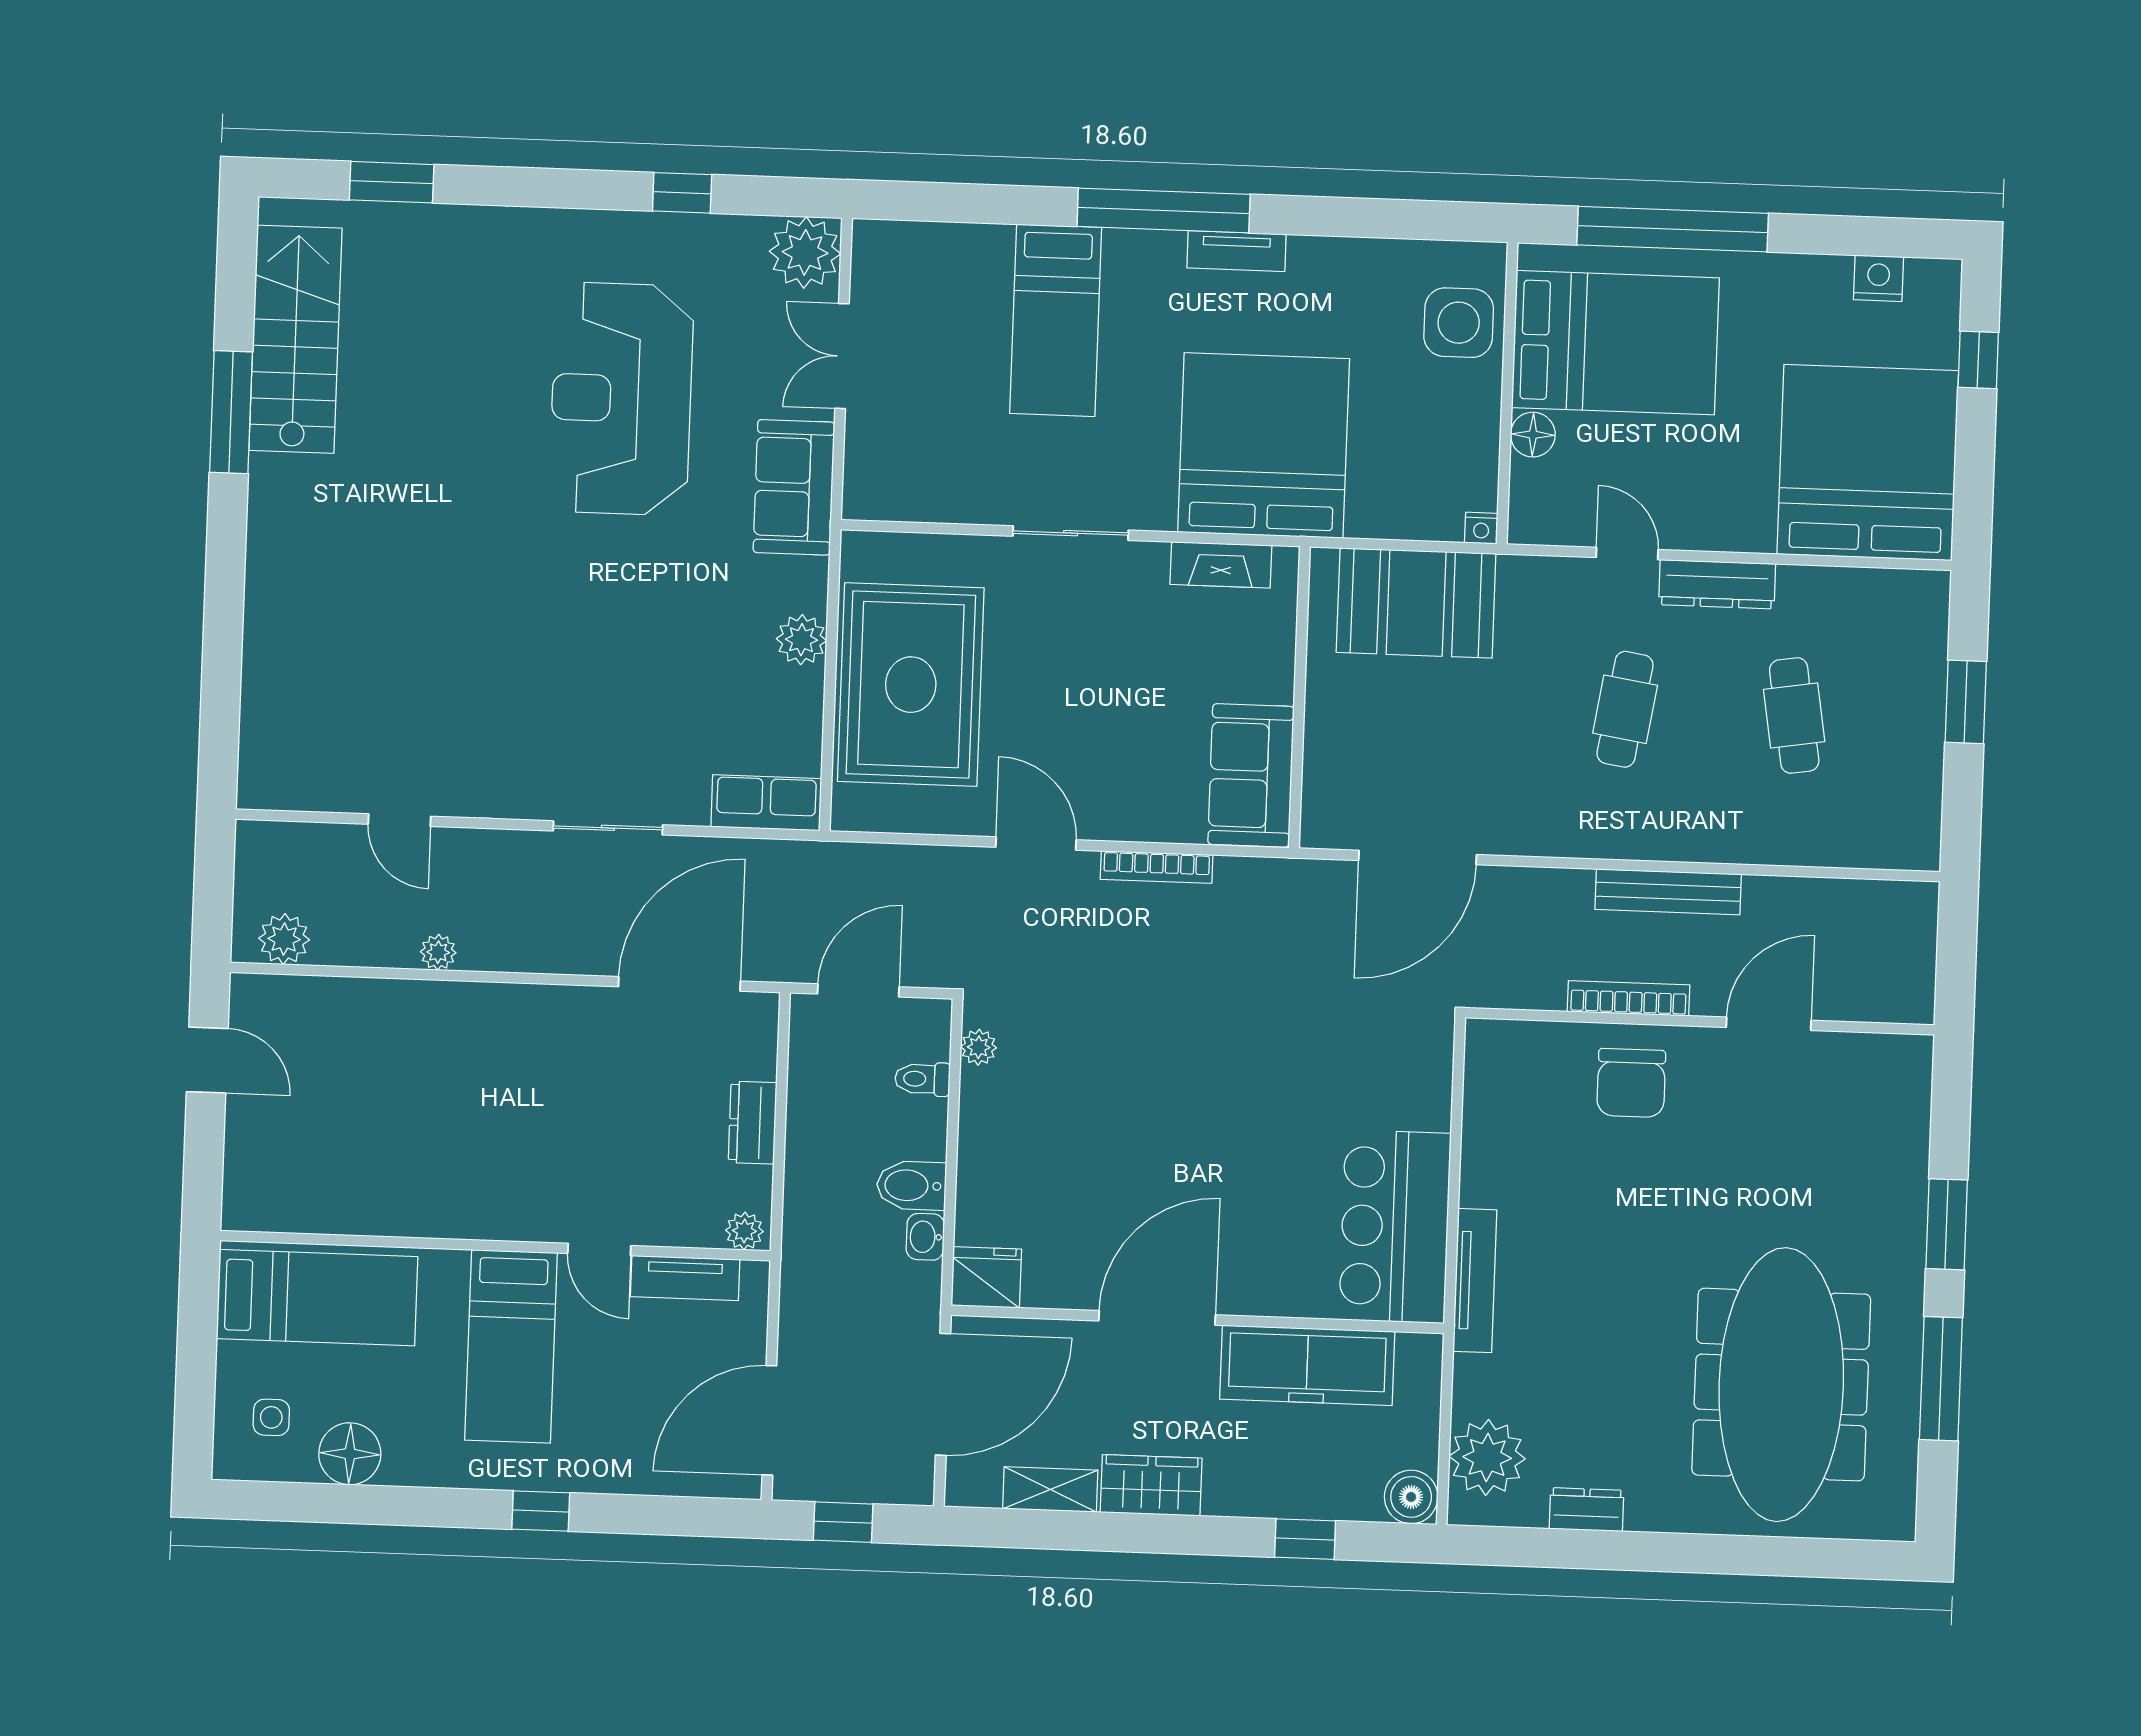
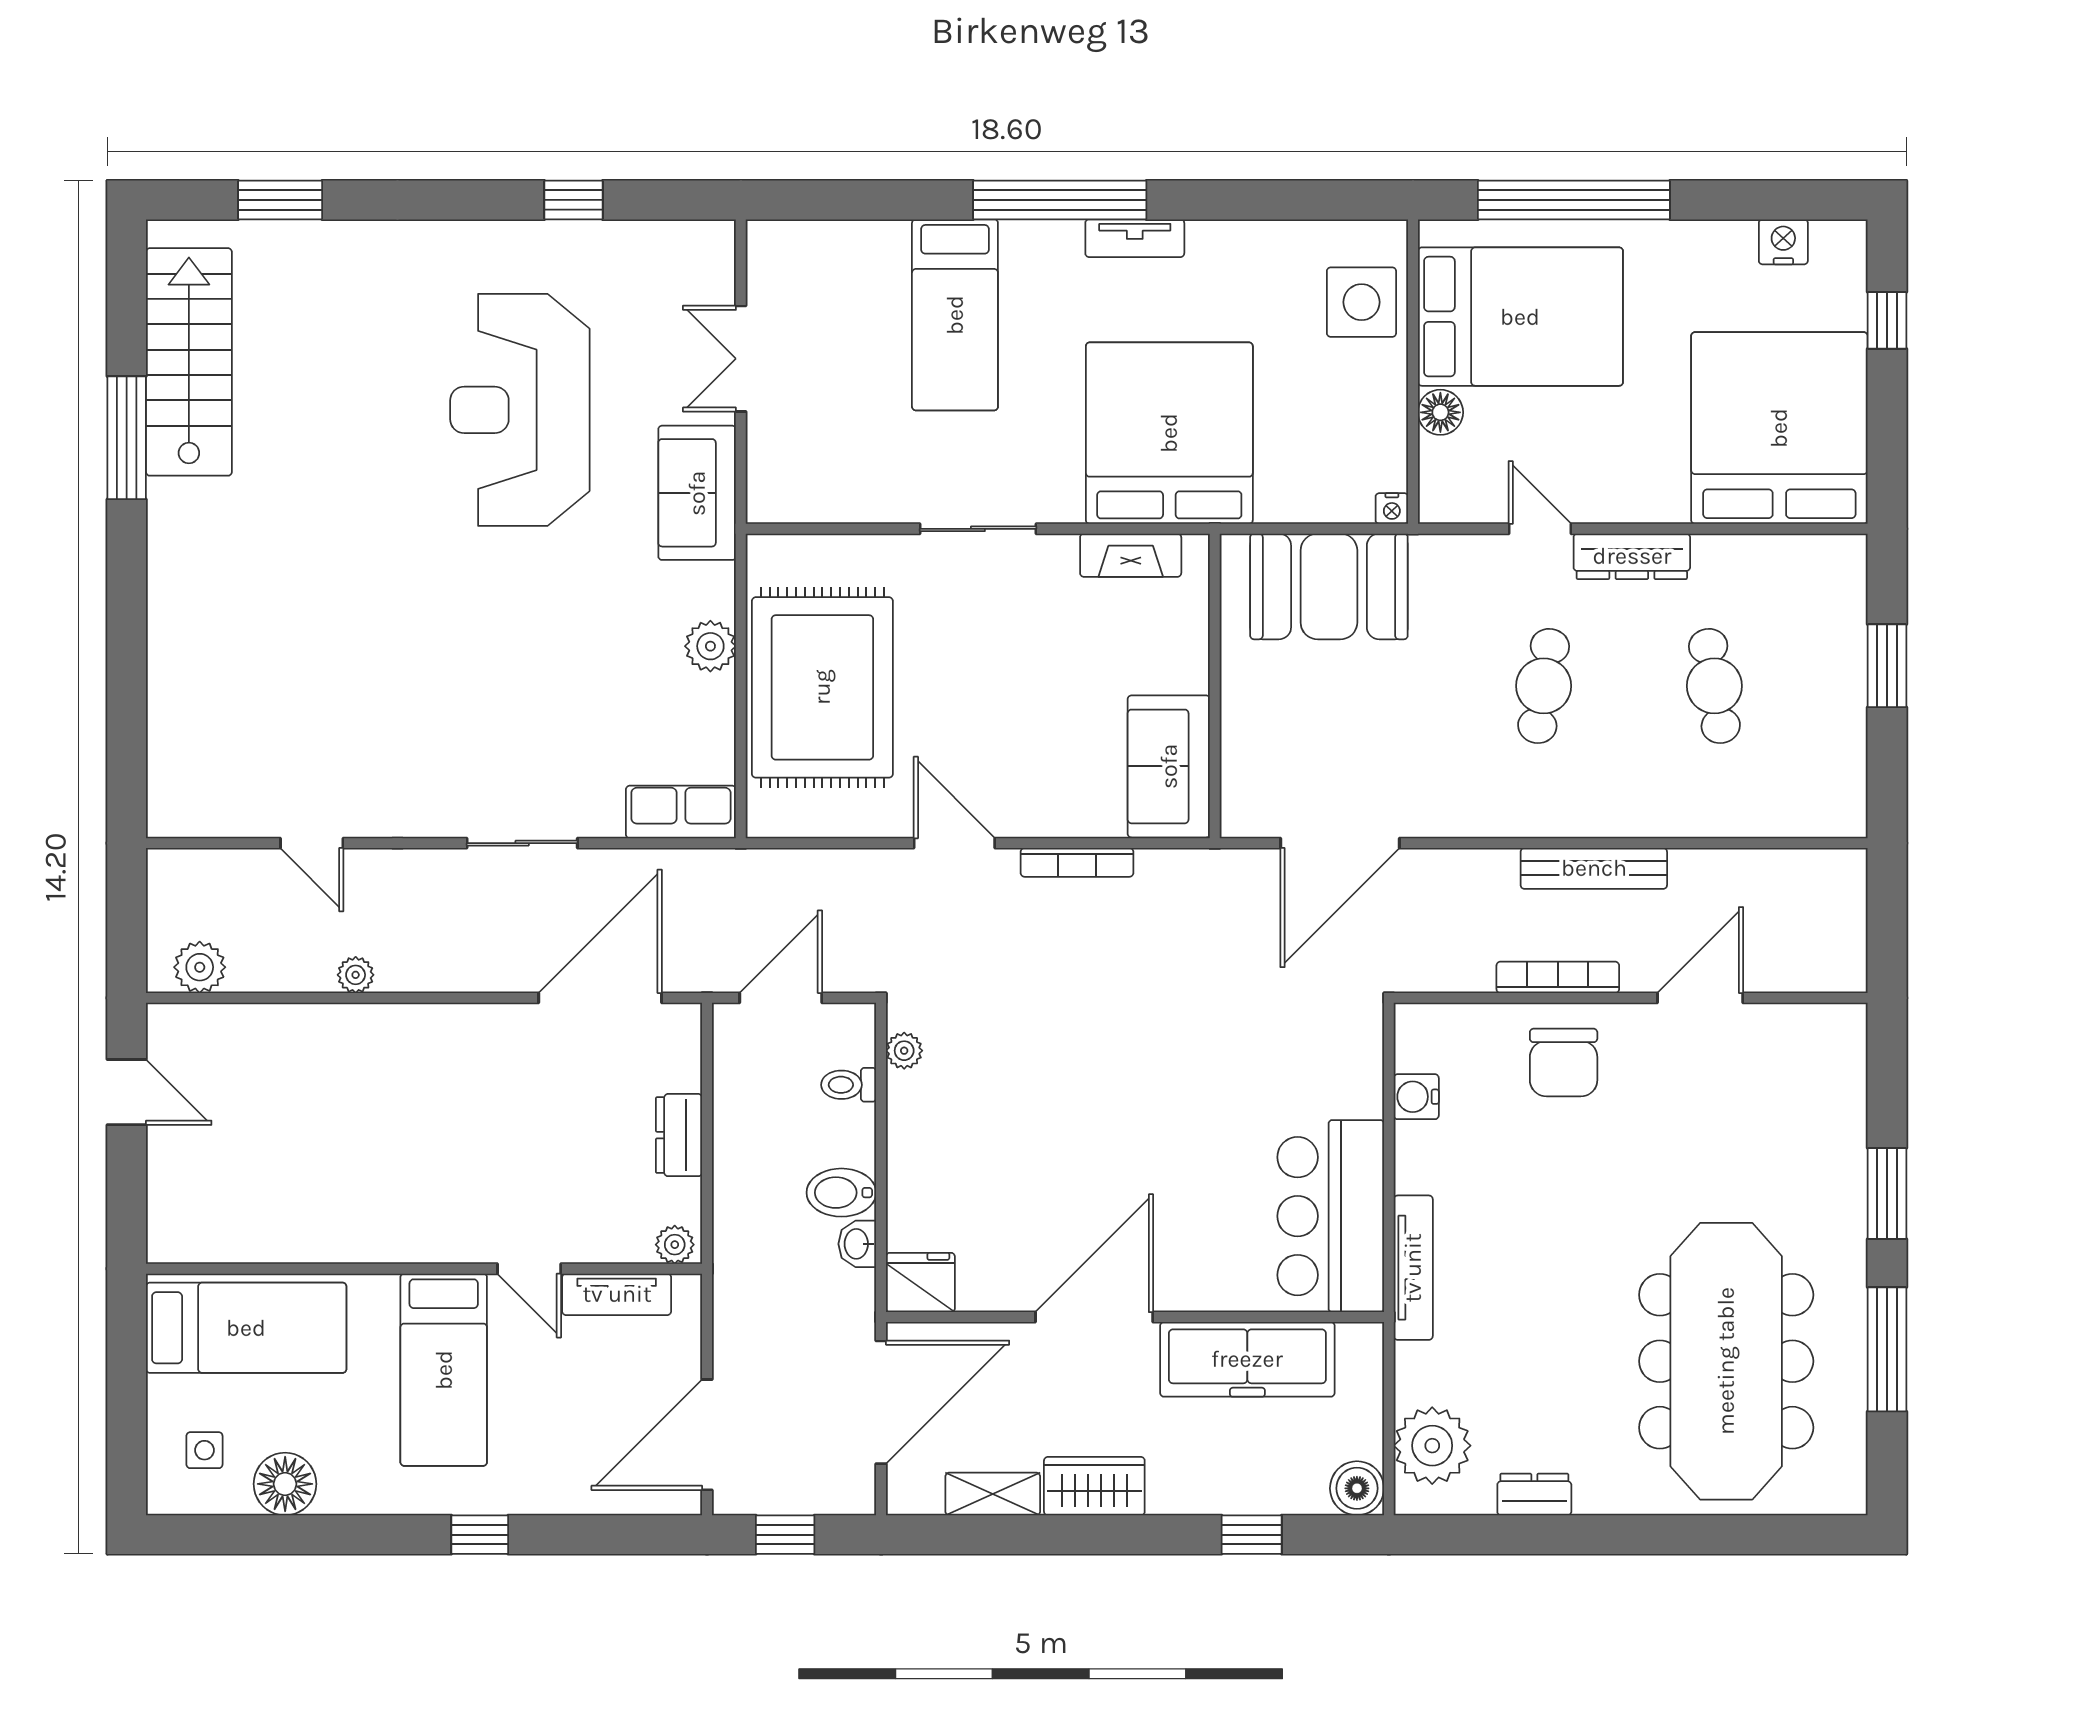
plant: (805, 252) -> (700, 256), removed
water cooler: (1484, 1111) -> (1416, 1097), added

